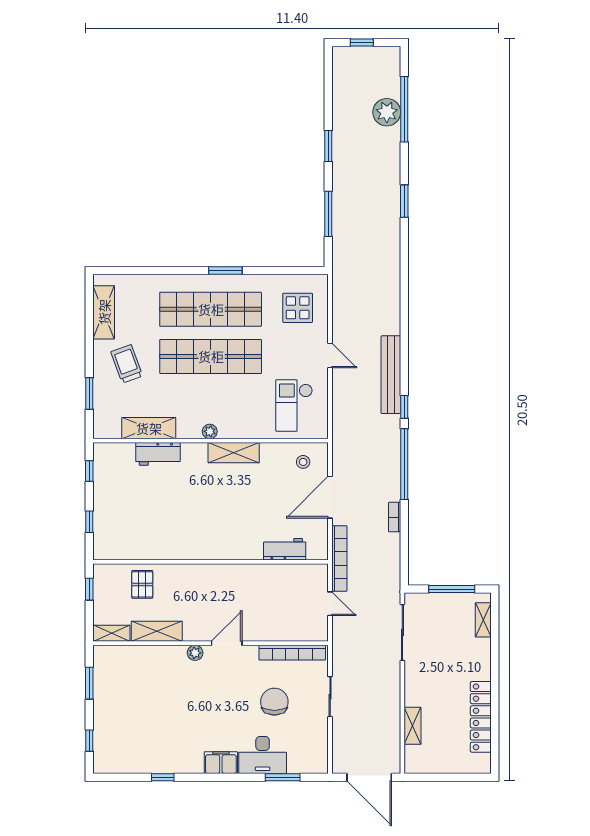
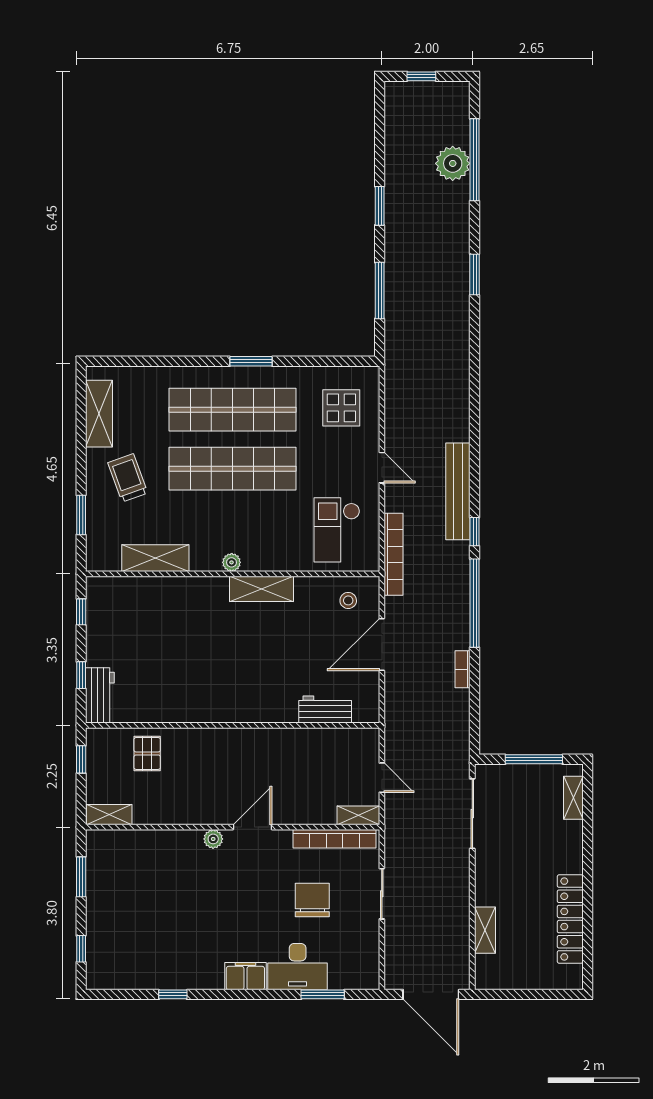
workbench: (158, 454) -> (100, 695), moved, turned -90
bookcase: (339, 559) -> (393, 554), moved
shelving: (157, 631) -> (358, 815), moved, width x0.67, depth x0.75

